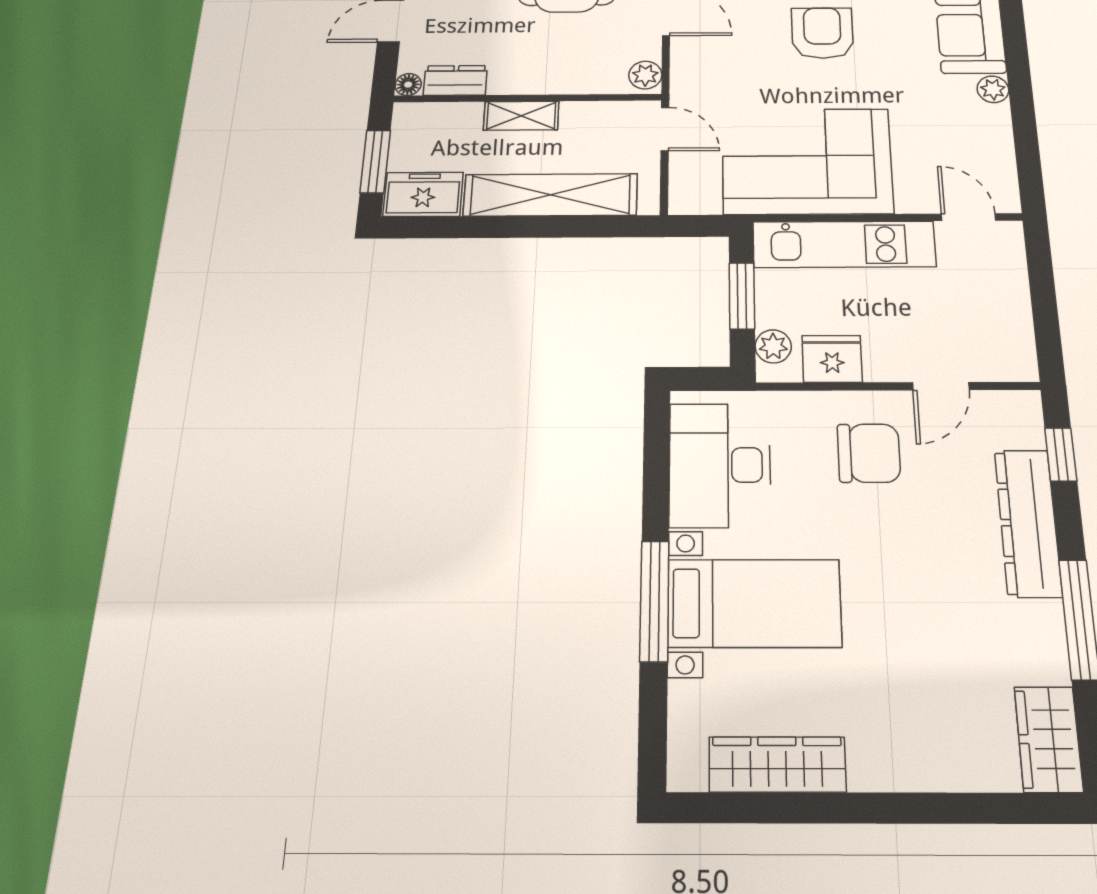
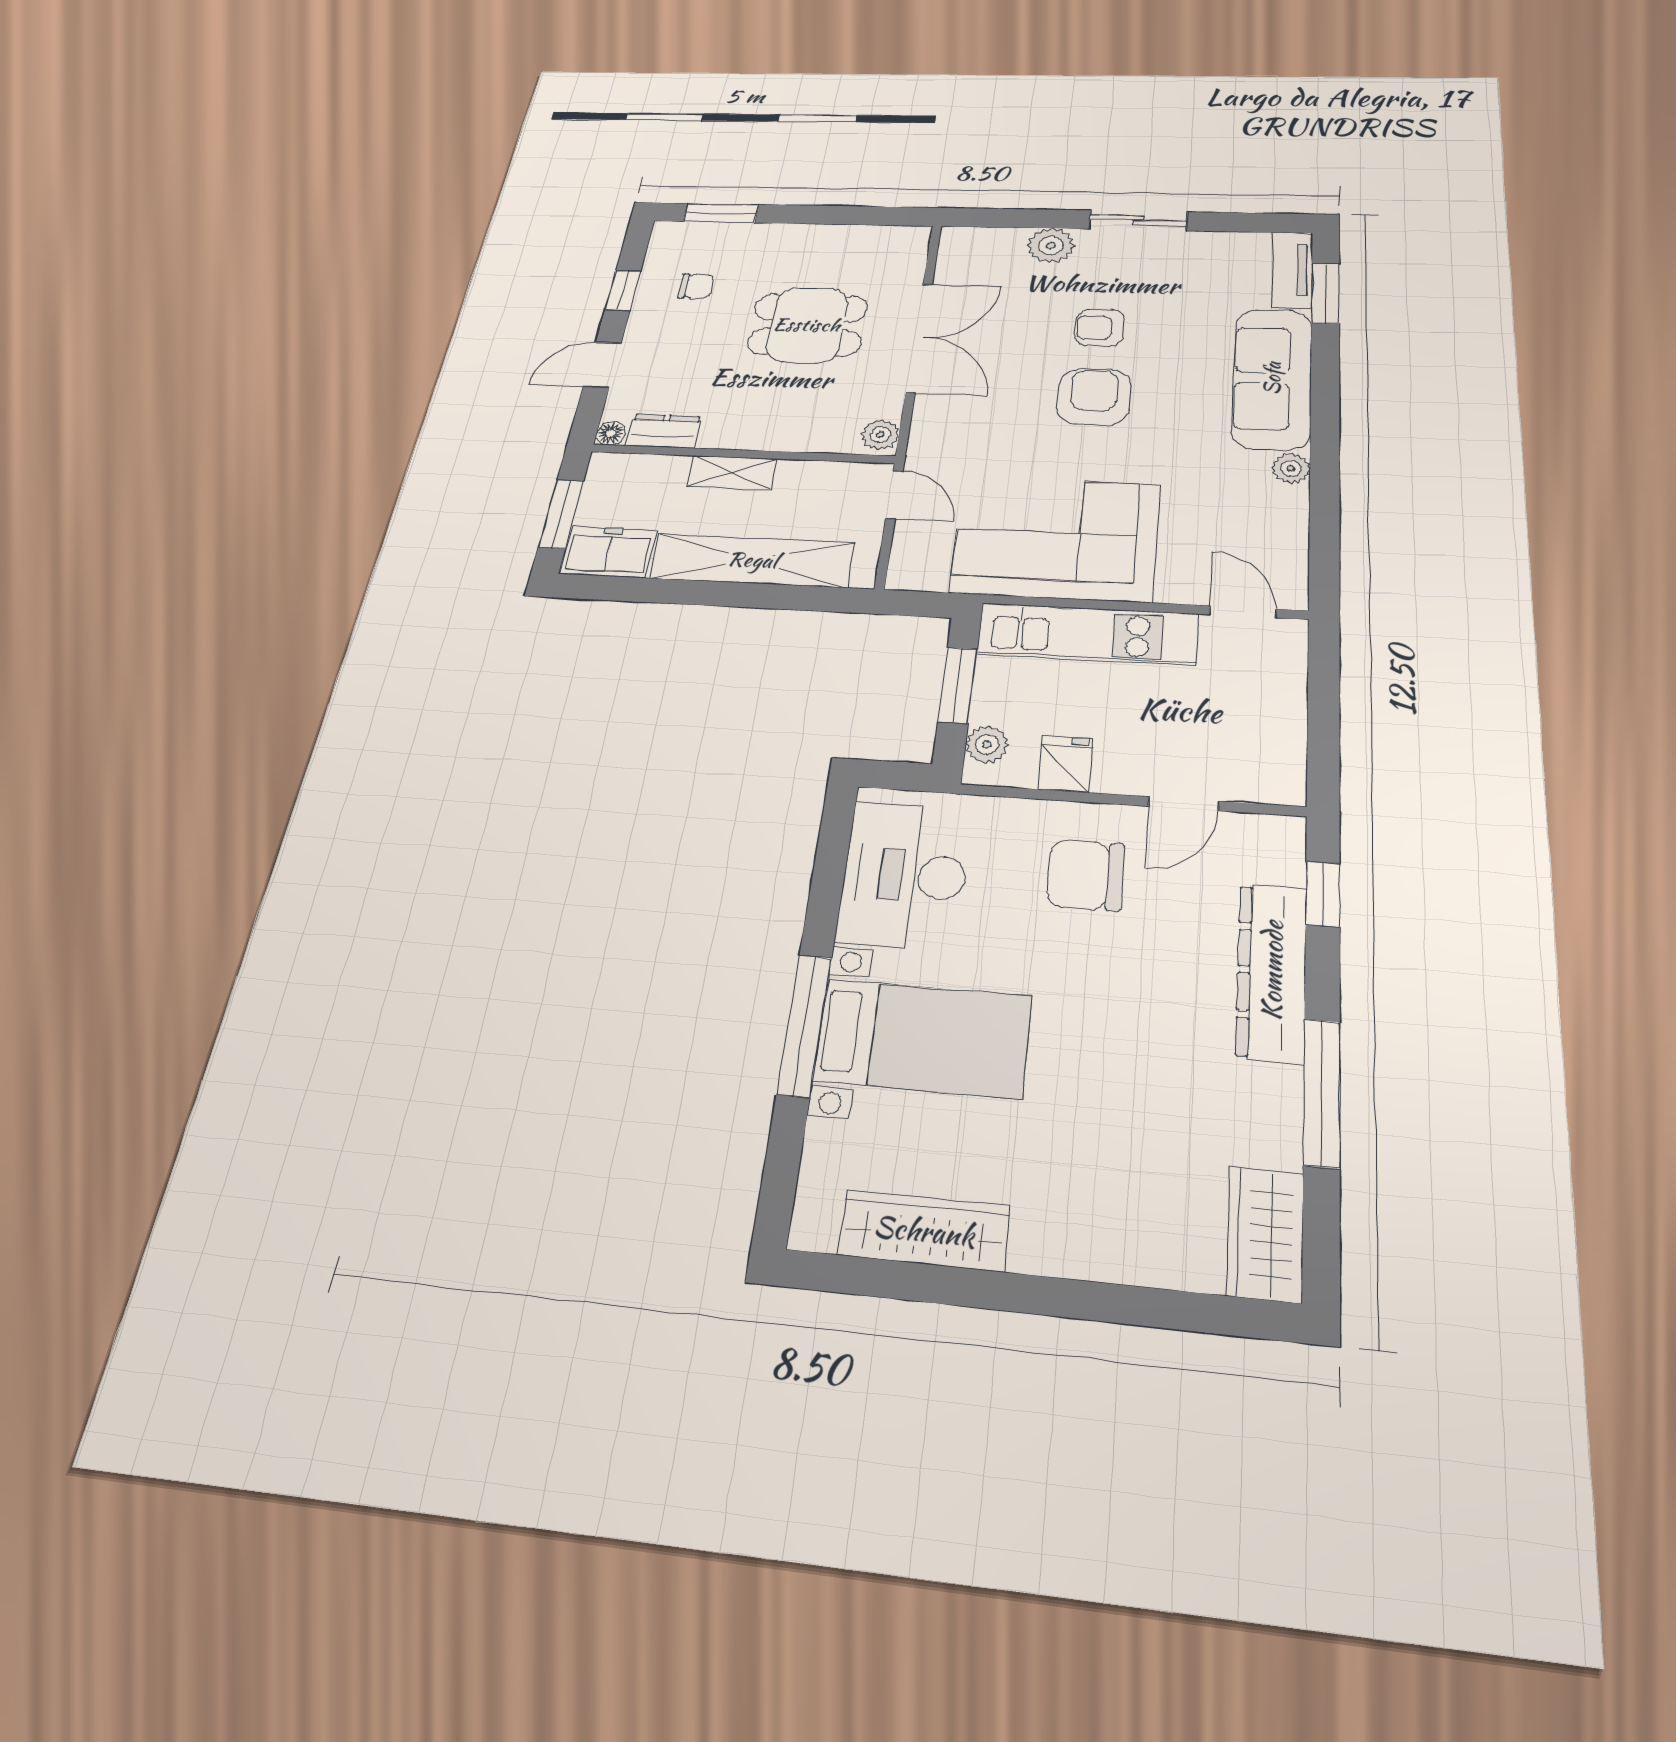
fridge: (832, 359) -> (1065, 764), width x0.72
chair: (869, 453) -> (1085, 875), turned 180

